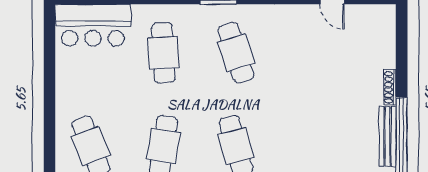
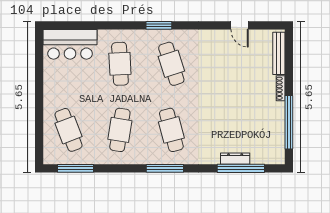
bench: (388, 137) -> (279, 53), moved

